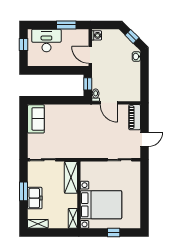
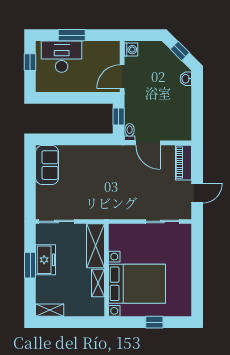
window: (66, 25) -> (72, 35), moved
door: (90, 55) -> (122, 77), hinge flipped
freezer: (35, 198) -> (45, 260), moved
shelving: (73, 218) -> (98, 283), moved

